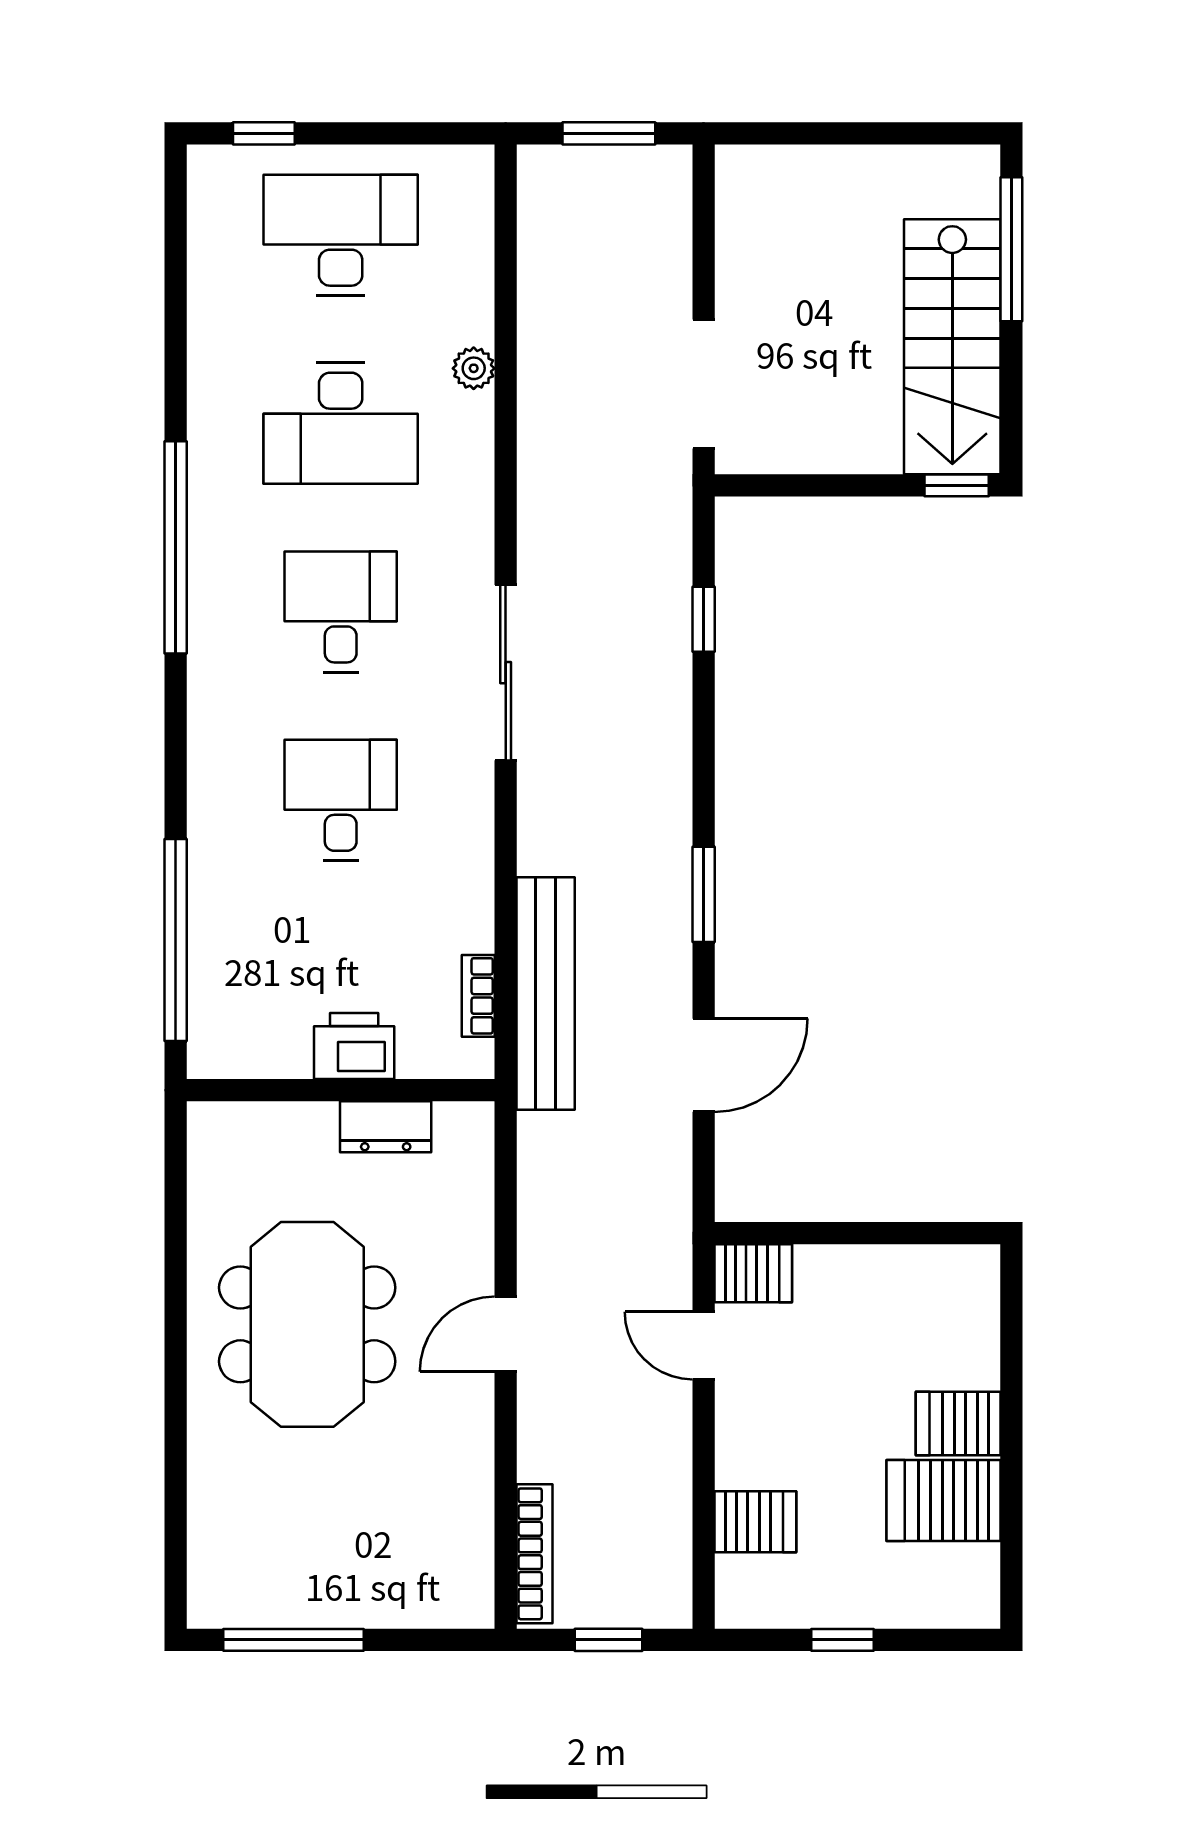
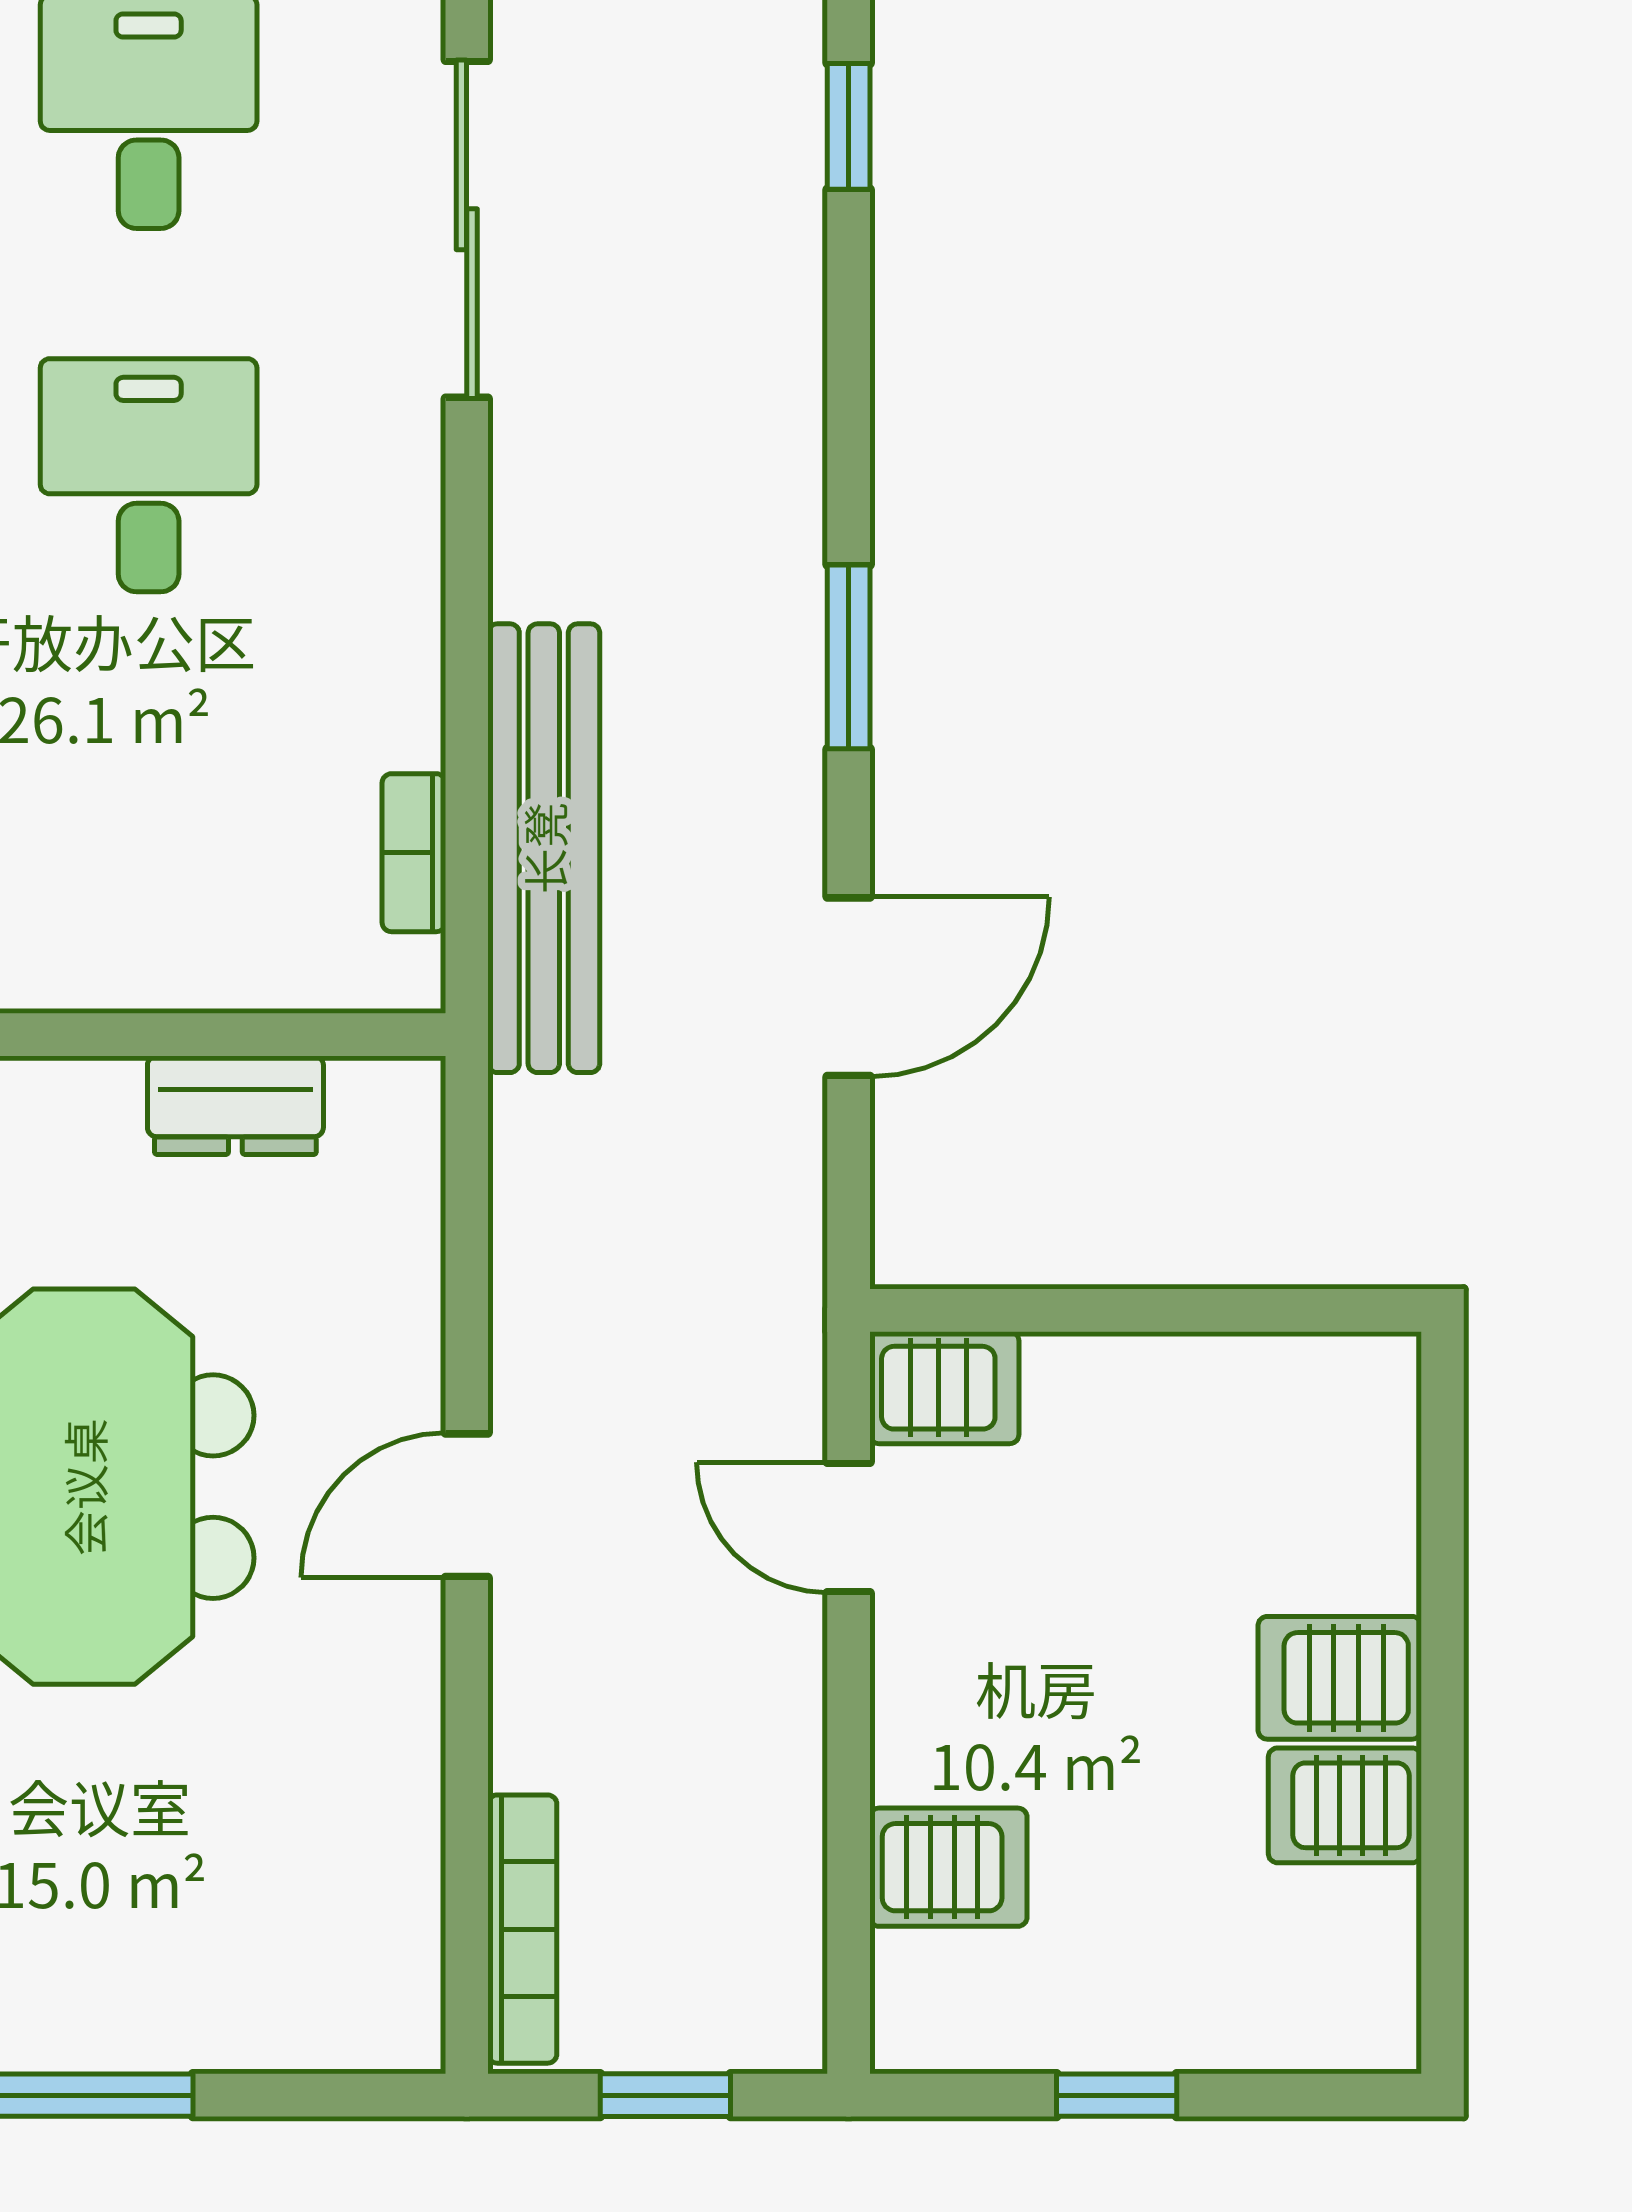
printer: (354, 1046) -> (175, 949), removed
server rack: (943, 1501) -> (1345, 1805), width x0.73, depth x0.70

